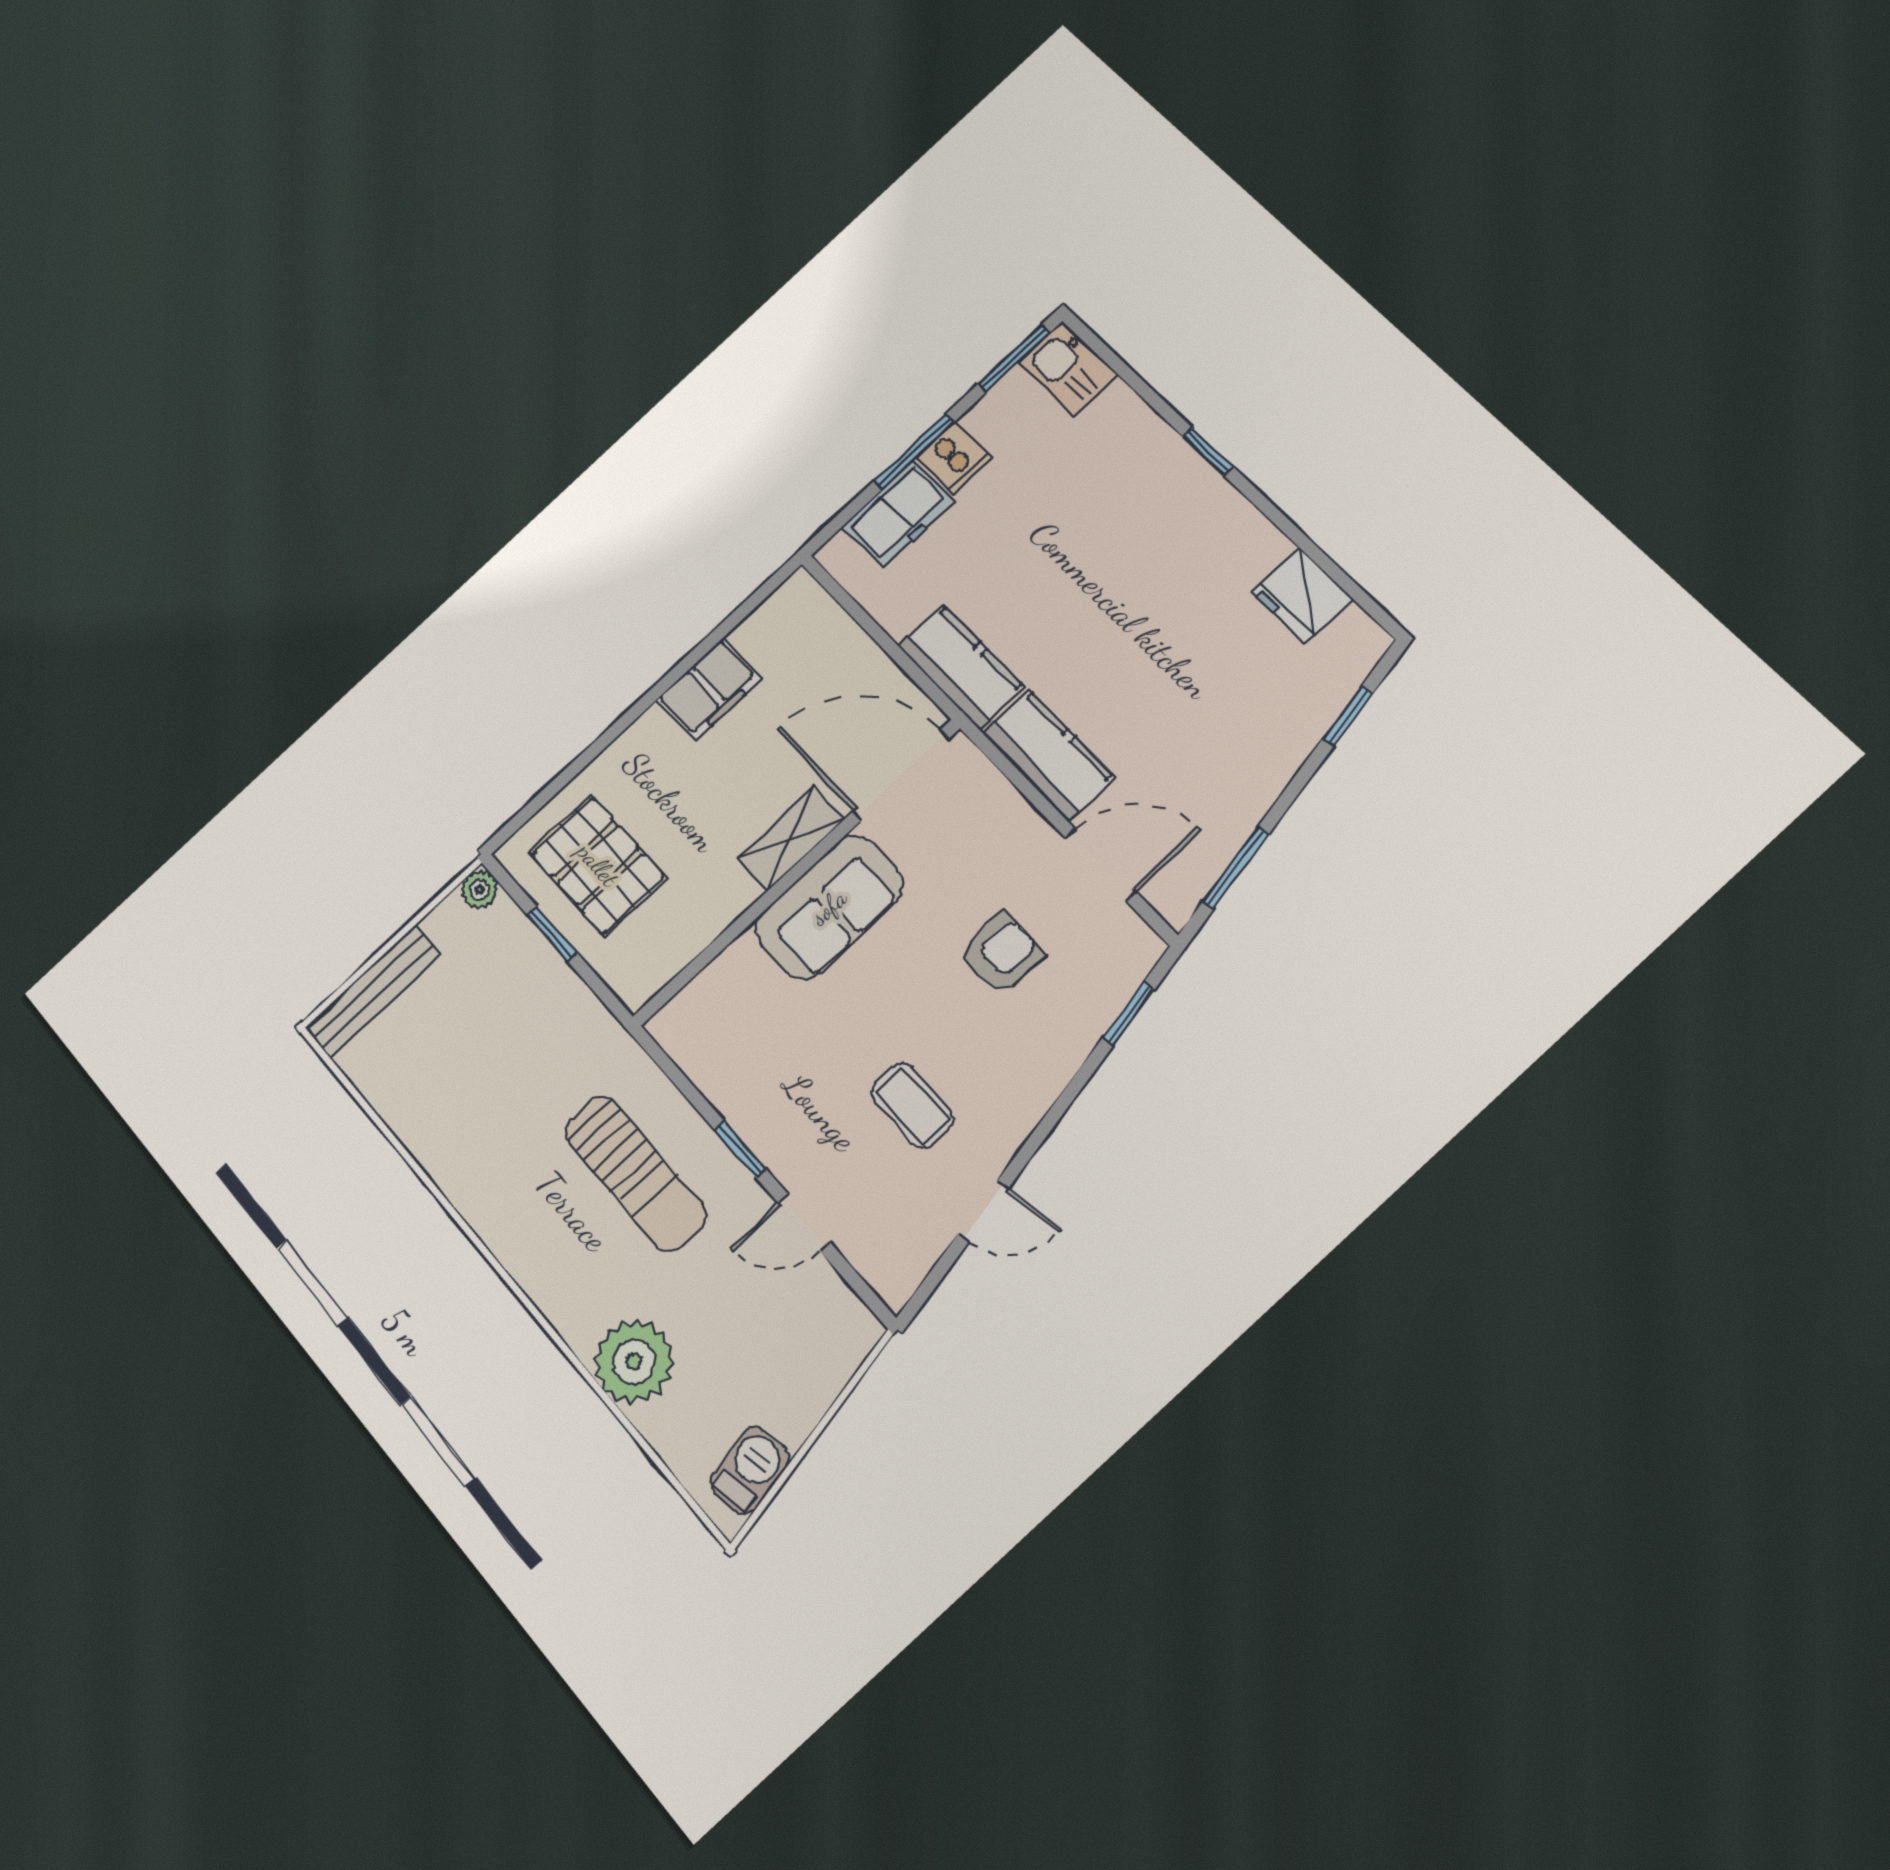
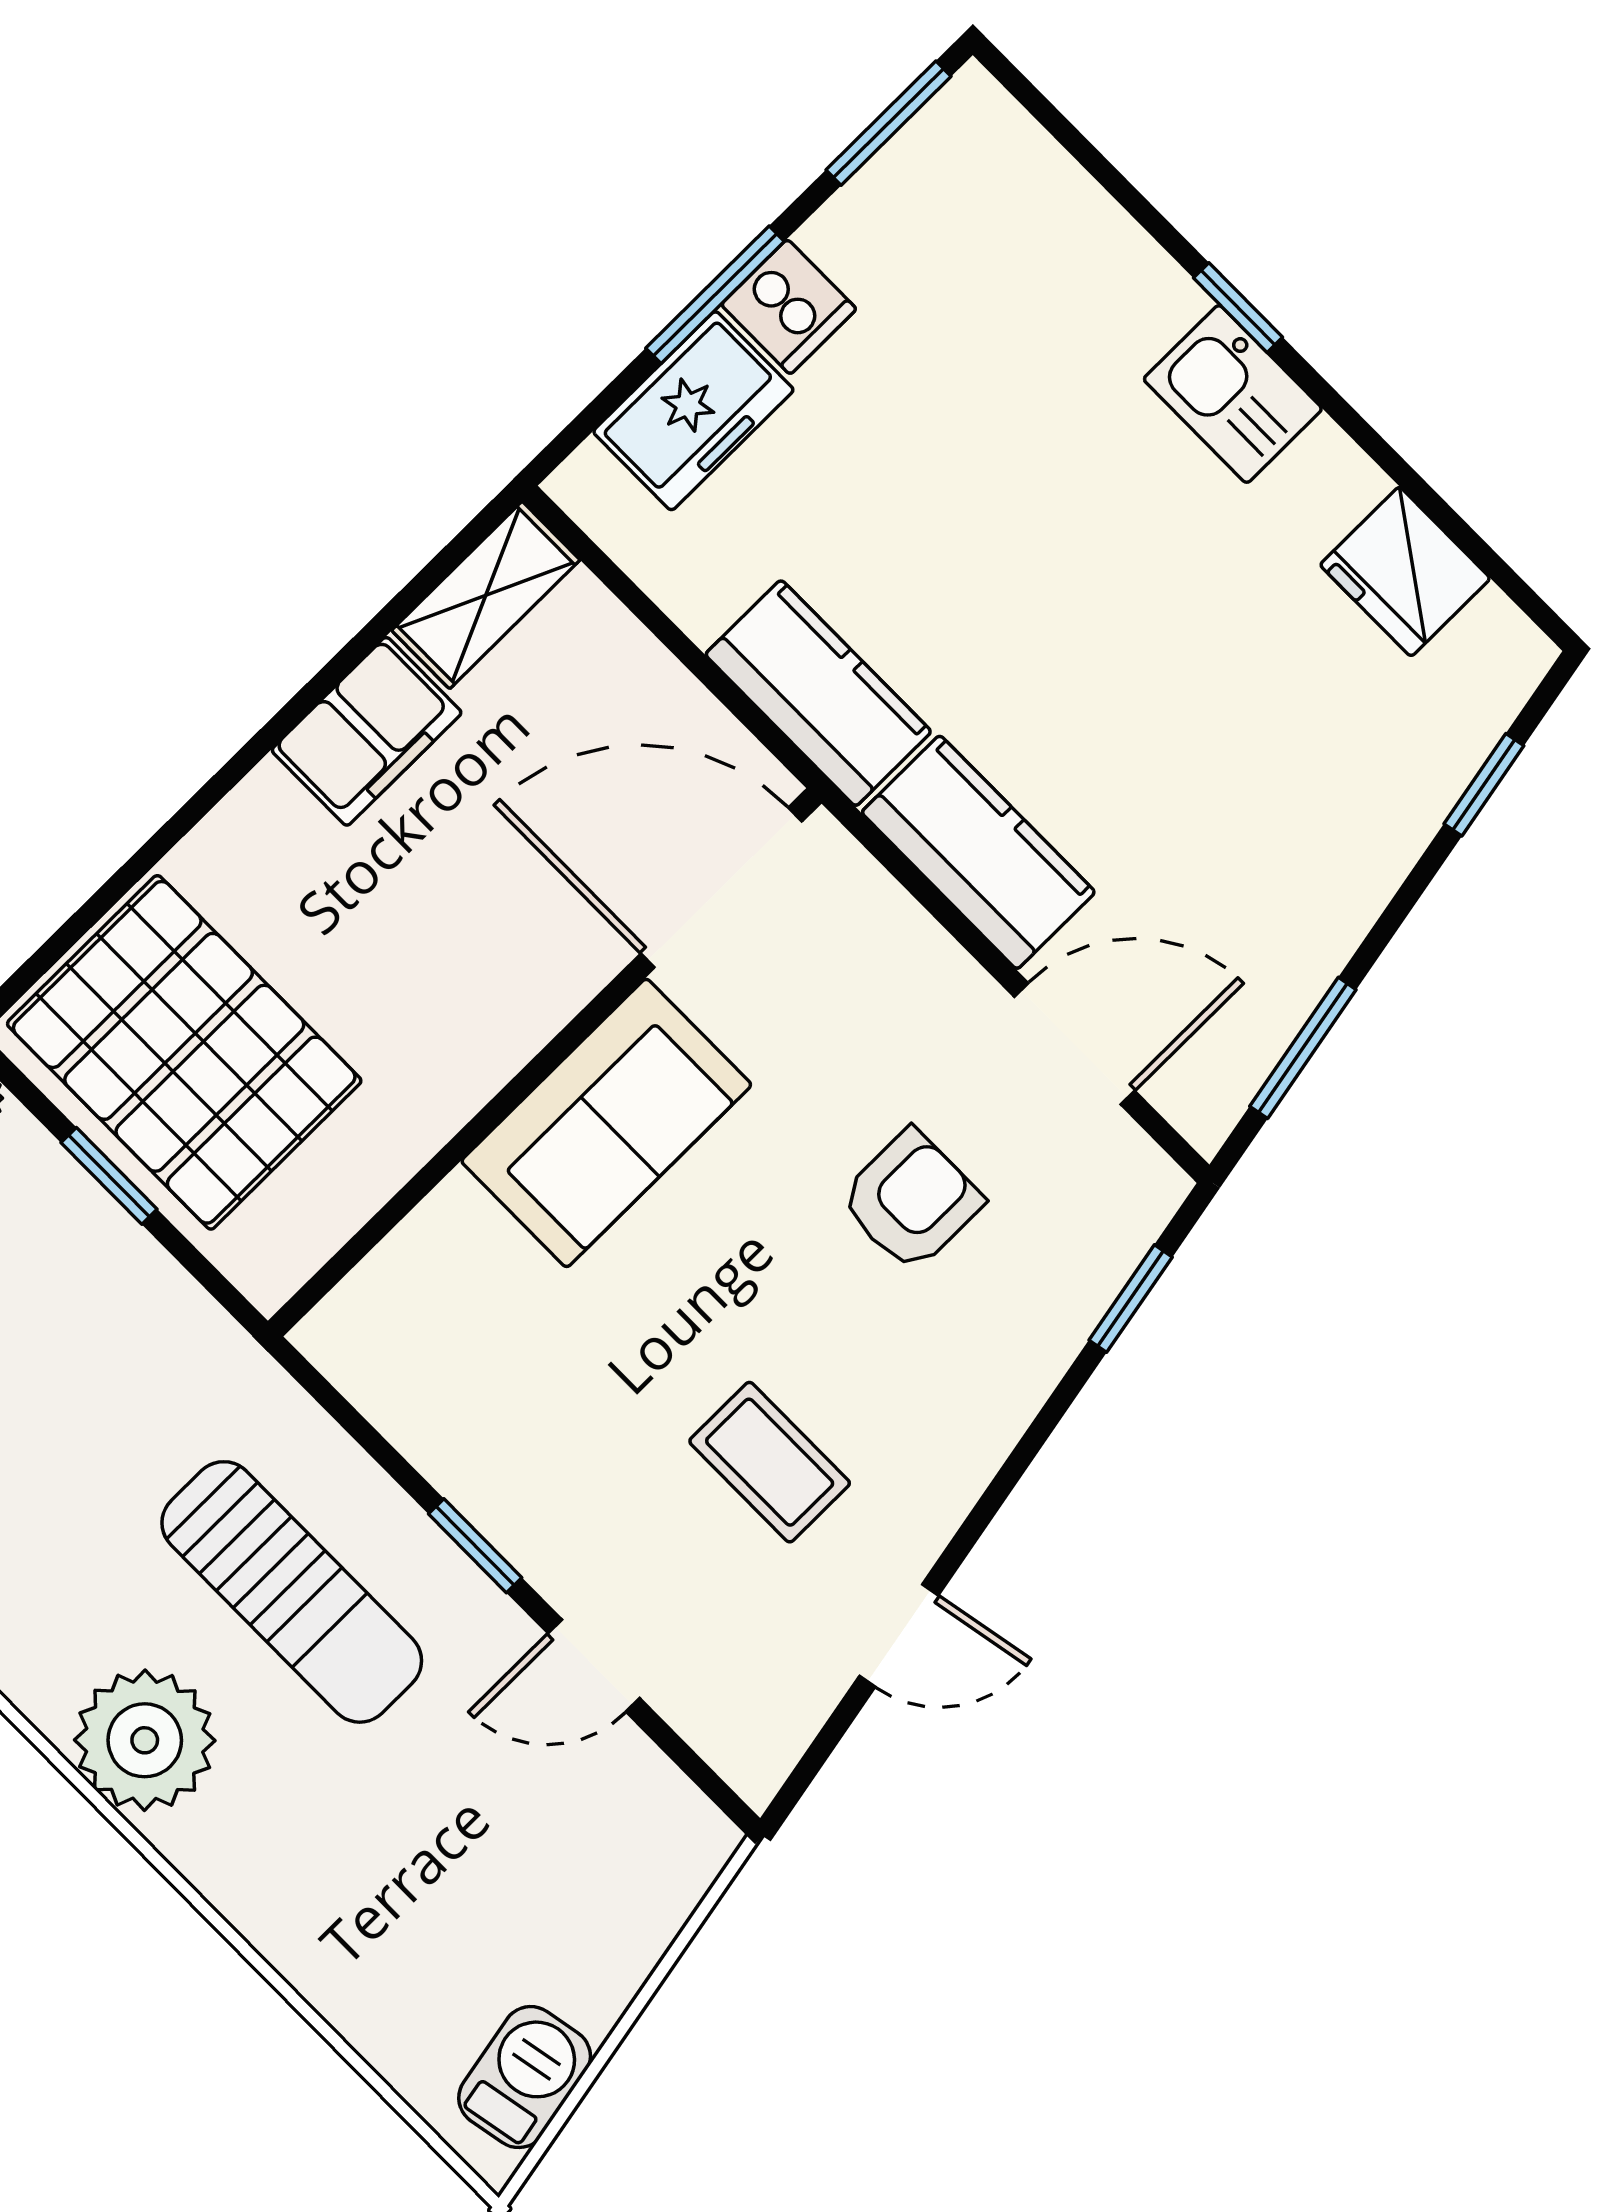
kitchen sink: (1068, 368) -> (1233, 394), moved
shelving: (791, 838) -> (486, 595), moved
pallet: (598, 865) -> (184, 1052), width x1.37, depth x1.41
plant: (634, 1362) -> (145, 1740), moved

